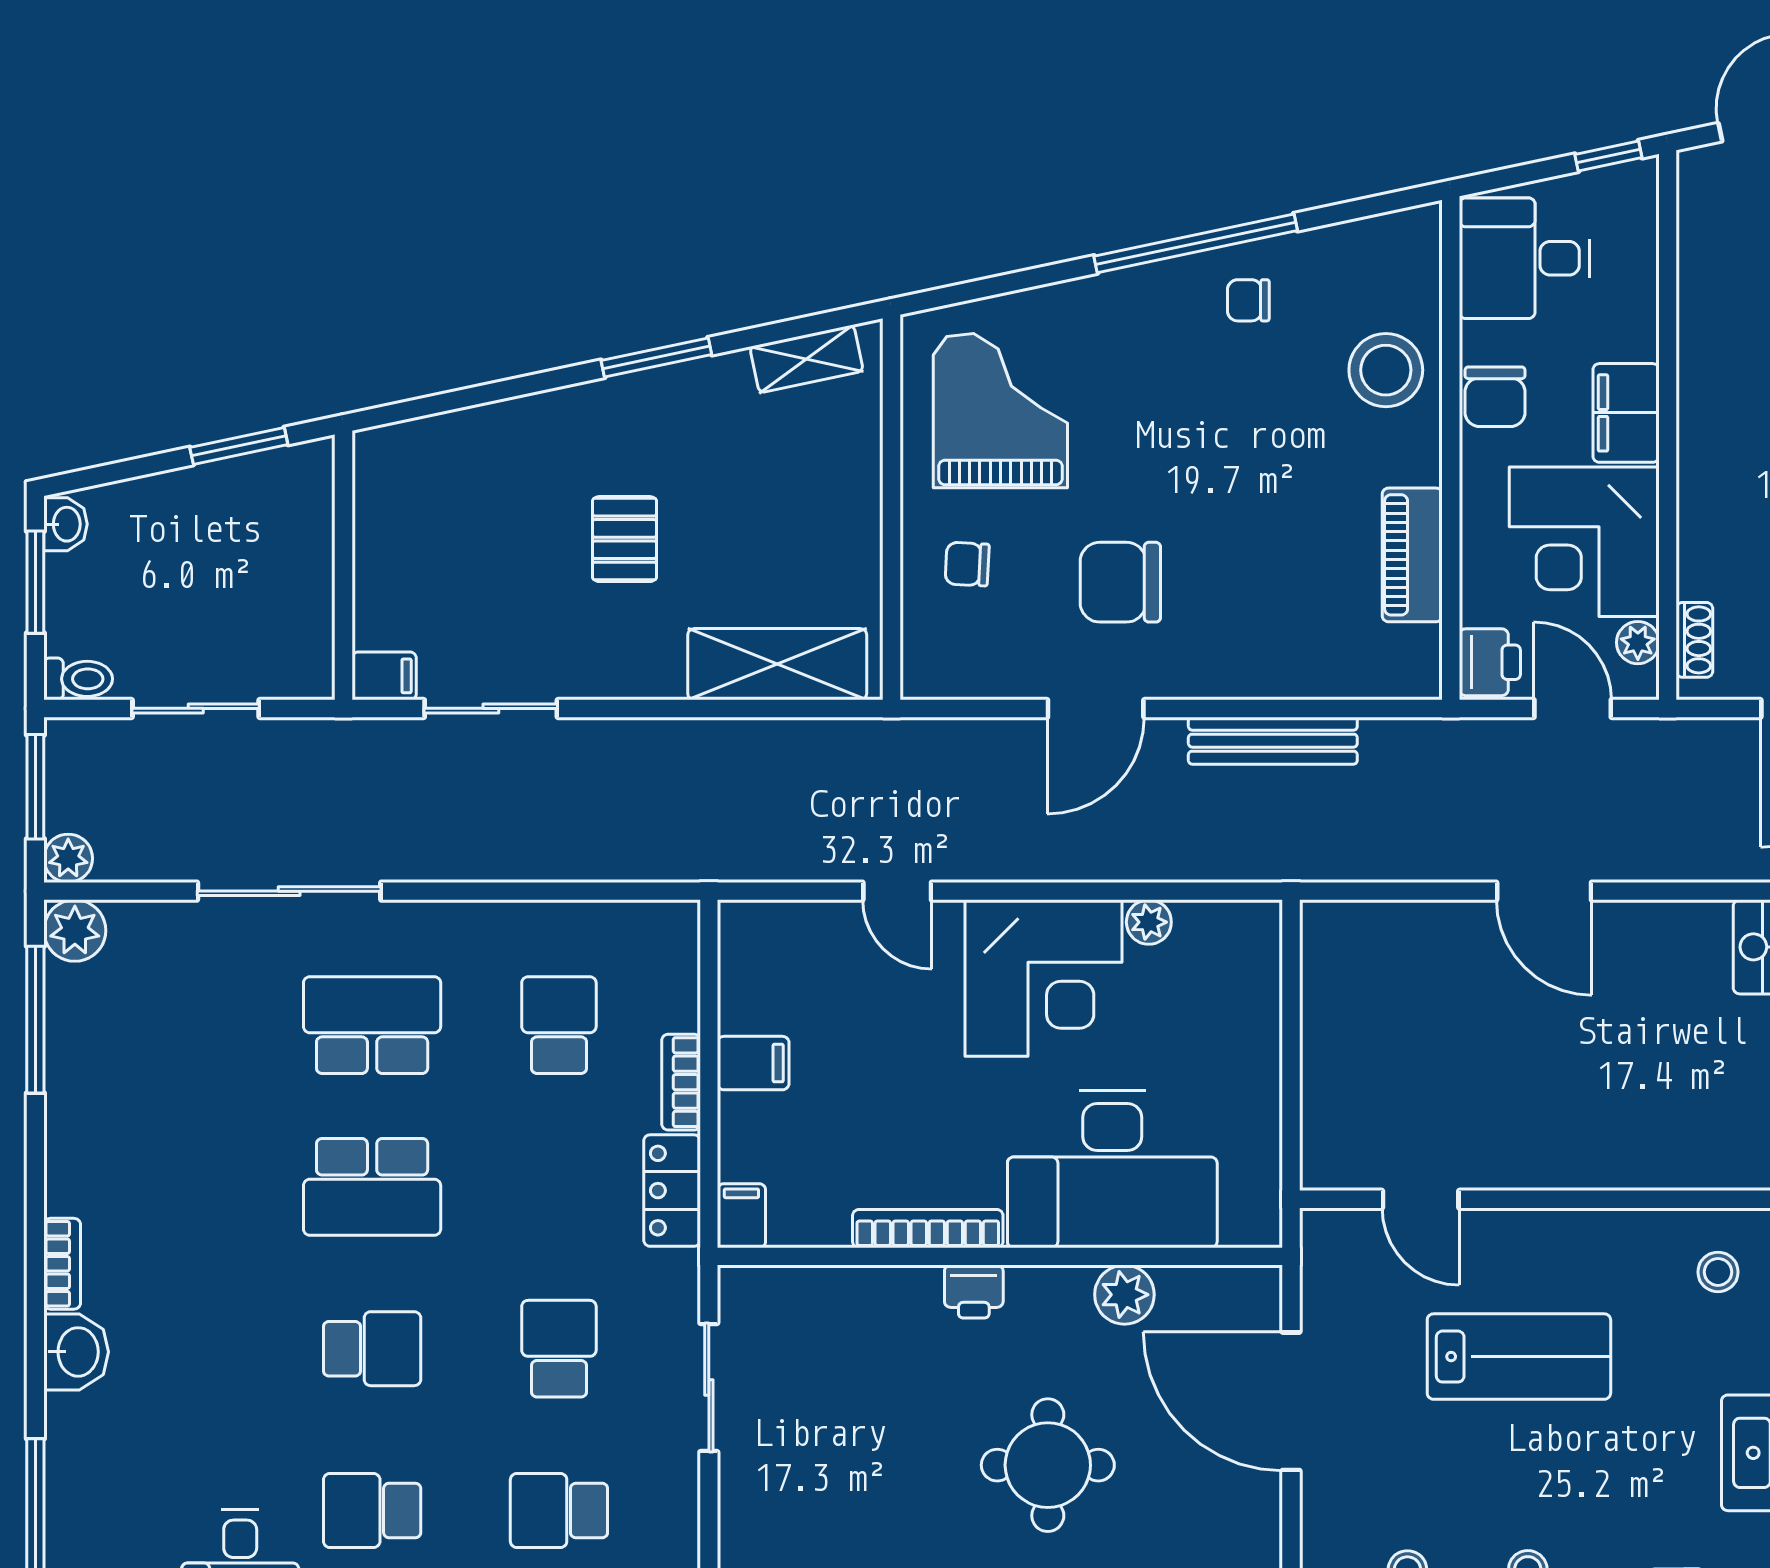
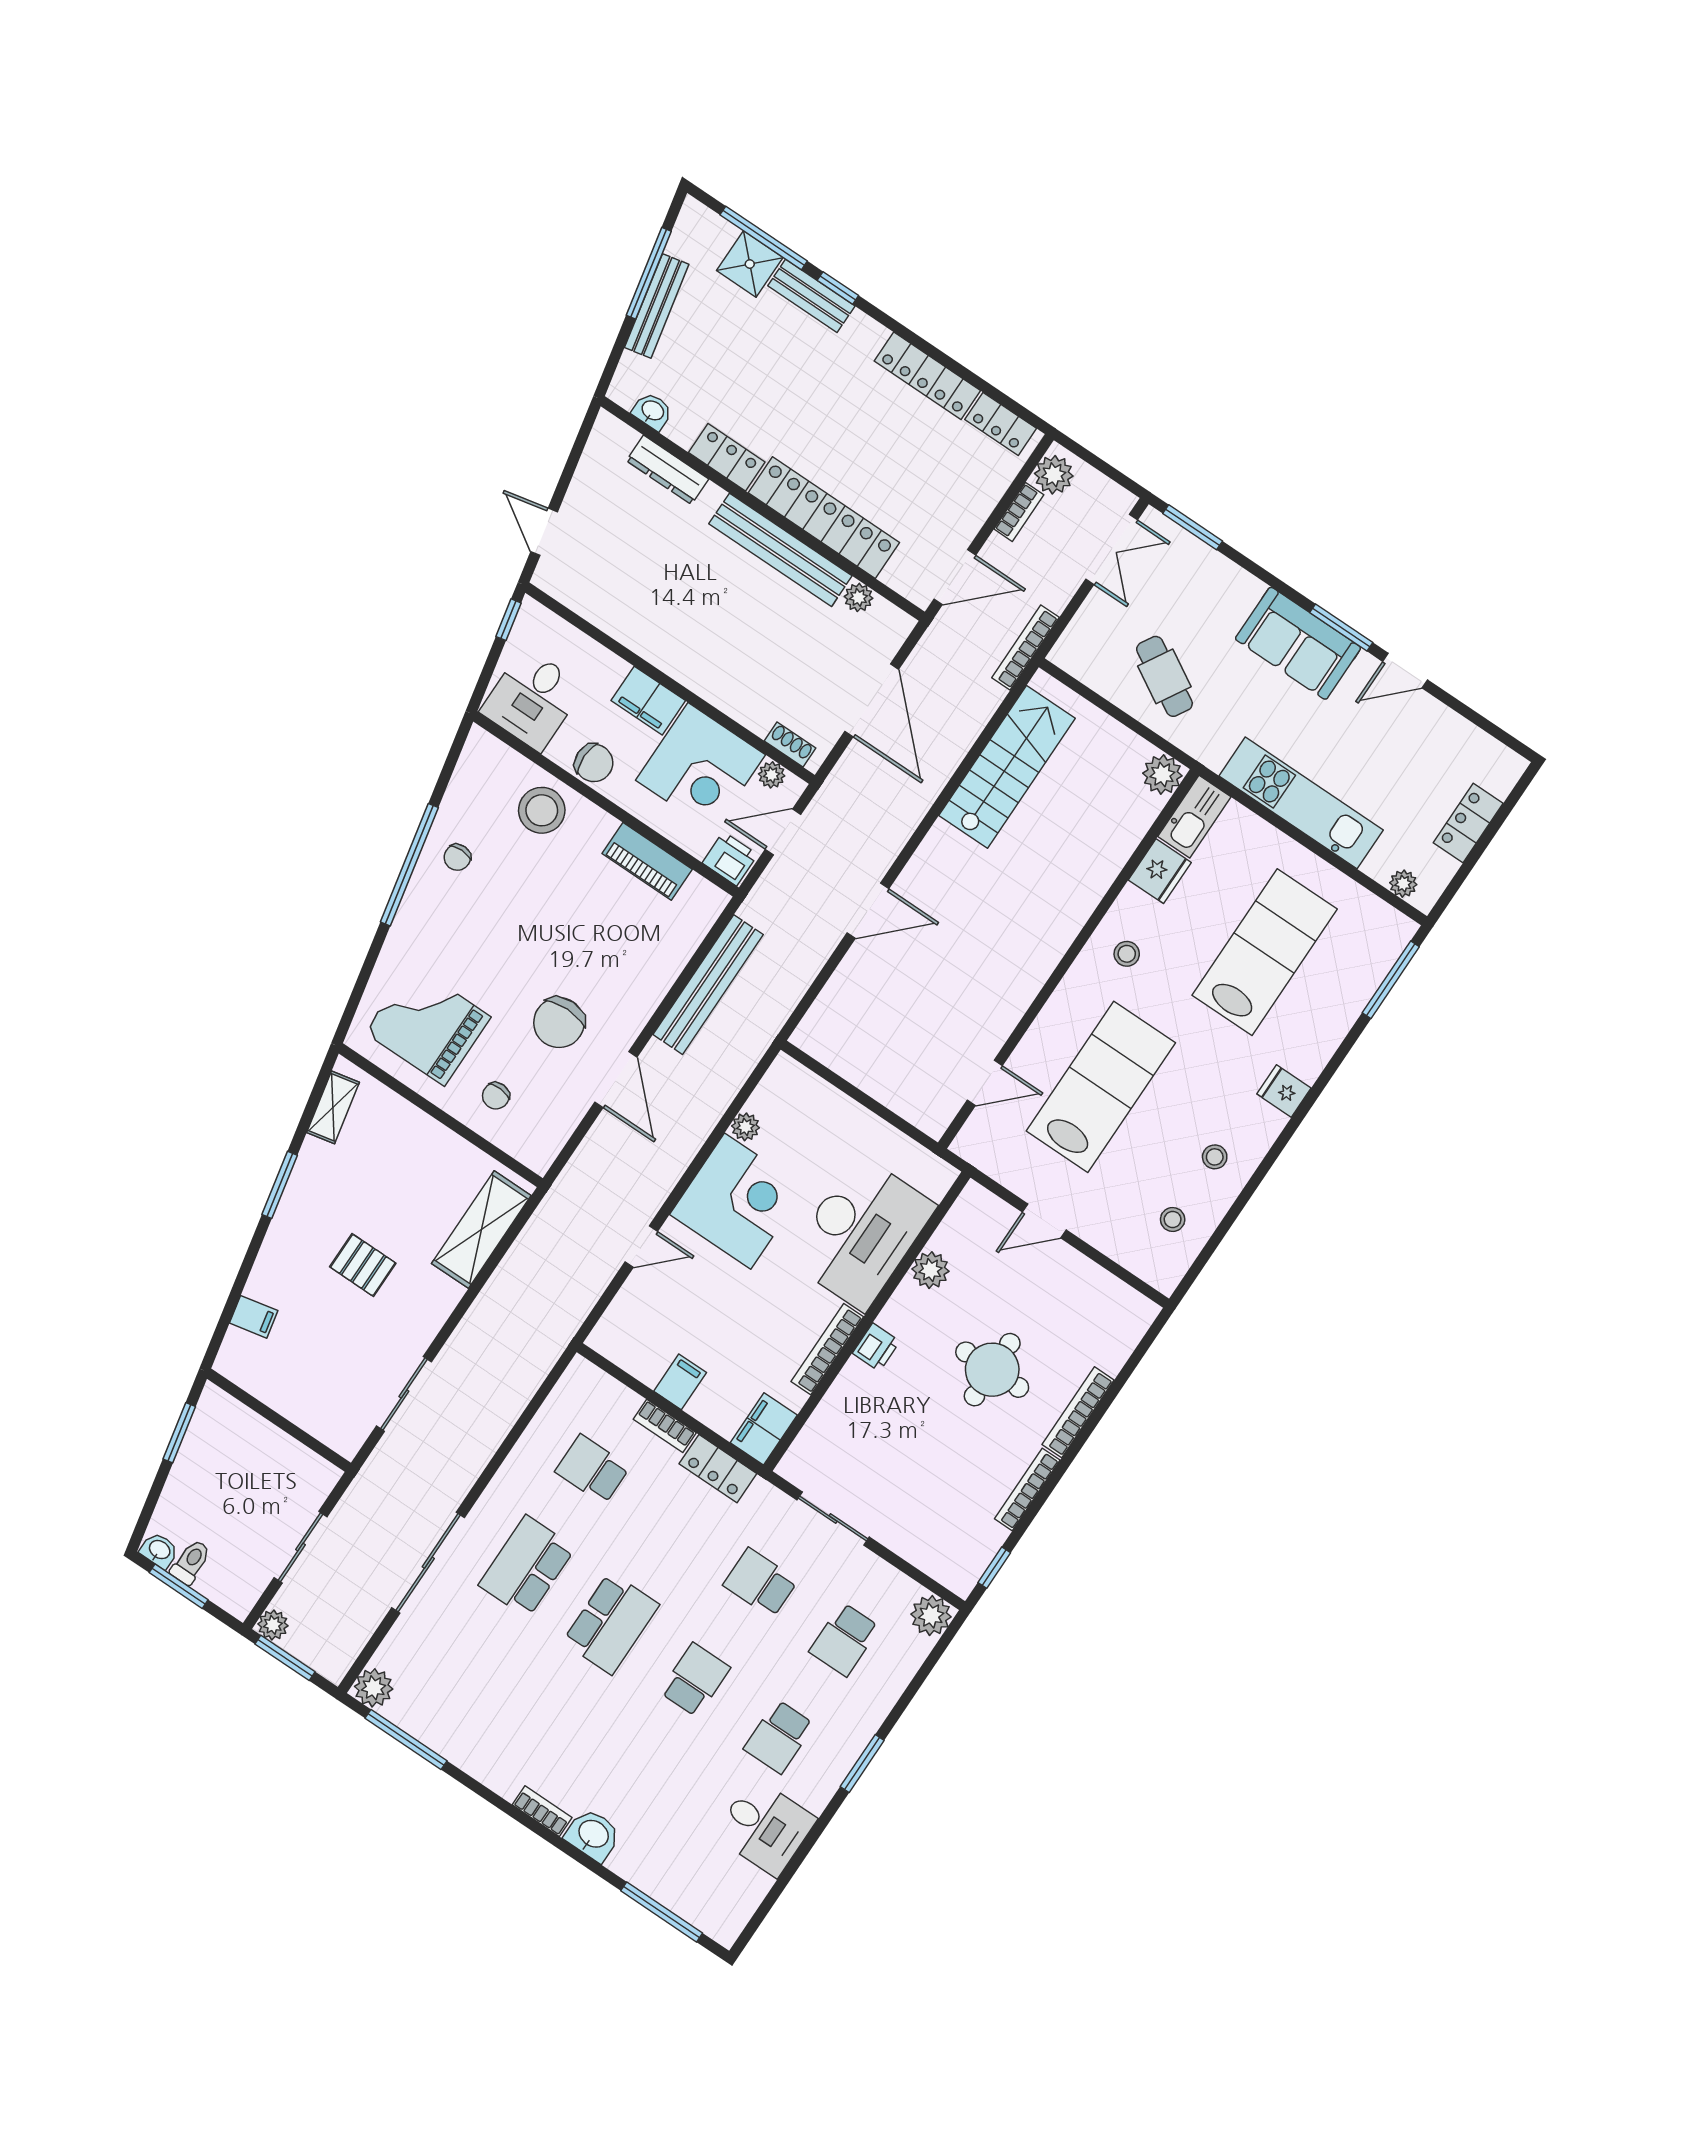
filing cabinet: (384, 676) -> (254, 1317), moved, turned 78
toilet: (78, 679) -> (191, 1562), moved
bench: (1273, 741) -> (708, 985), width x1.37, depth x1.21
plant: (68, 858) -> (273, 1625), moved
filing cabinet: (741, 1216) -> (764, 1429), width x2.00
lab bench: (1519, 1357) -> (1101, 1087), width x1.36, depth x1.39
door: (1291, 1401) -> (1044, 1221), width x0.53

